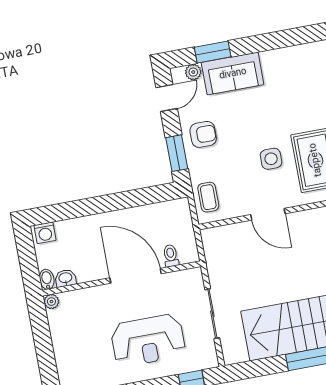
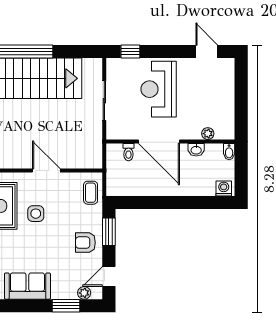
sofa: (233, 73) -> (27, 286), moved
washbasin: (65, 278) -> (196, 150), moved
plant: (51, 302) -> (208, 134), moved
reception desk: (148, 340) -> (159, 89), turned -90

